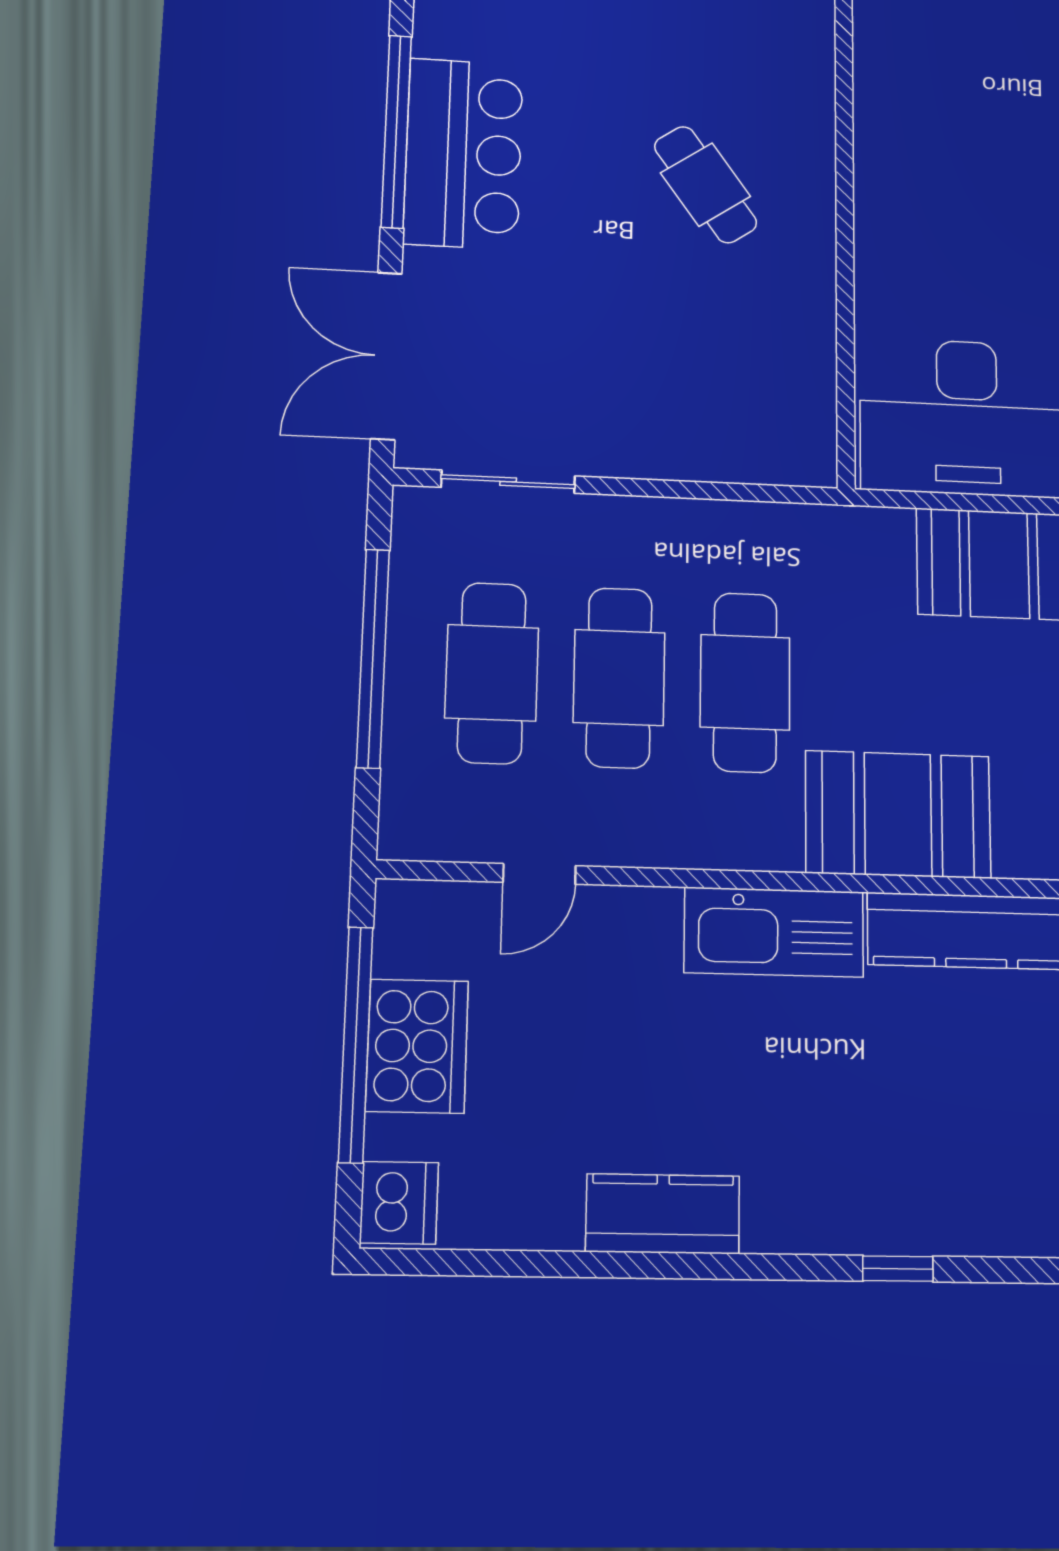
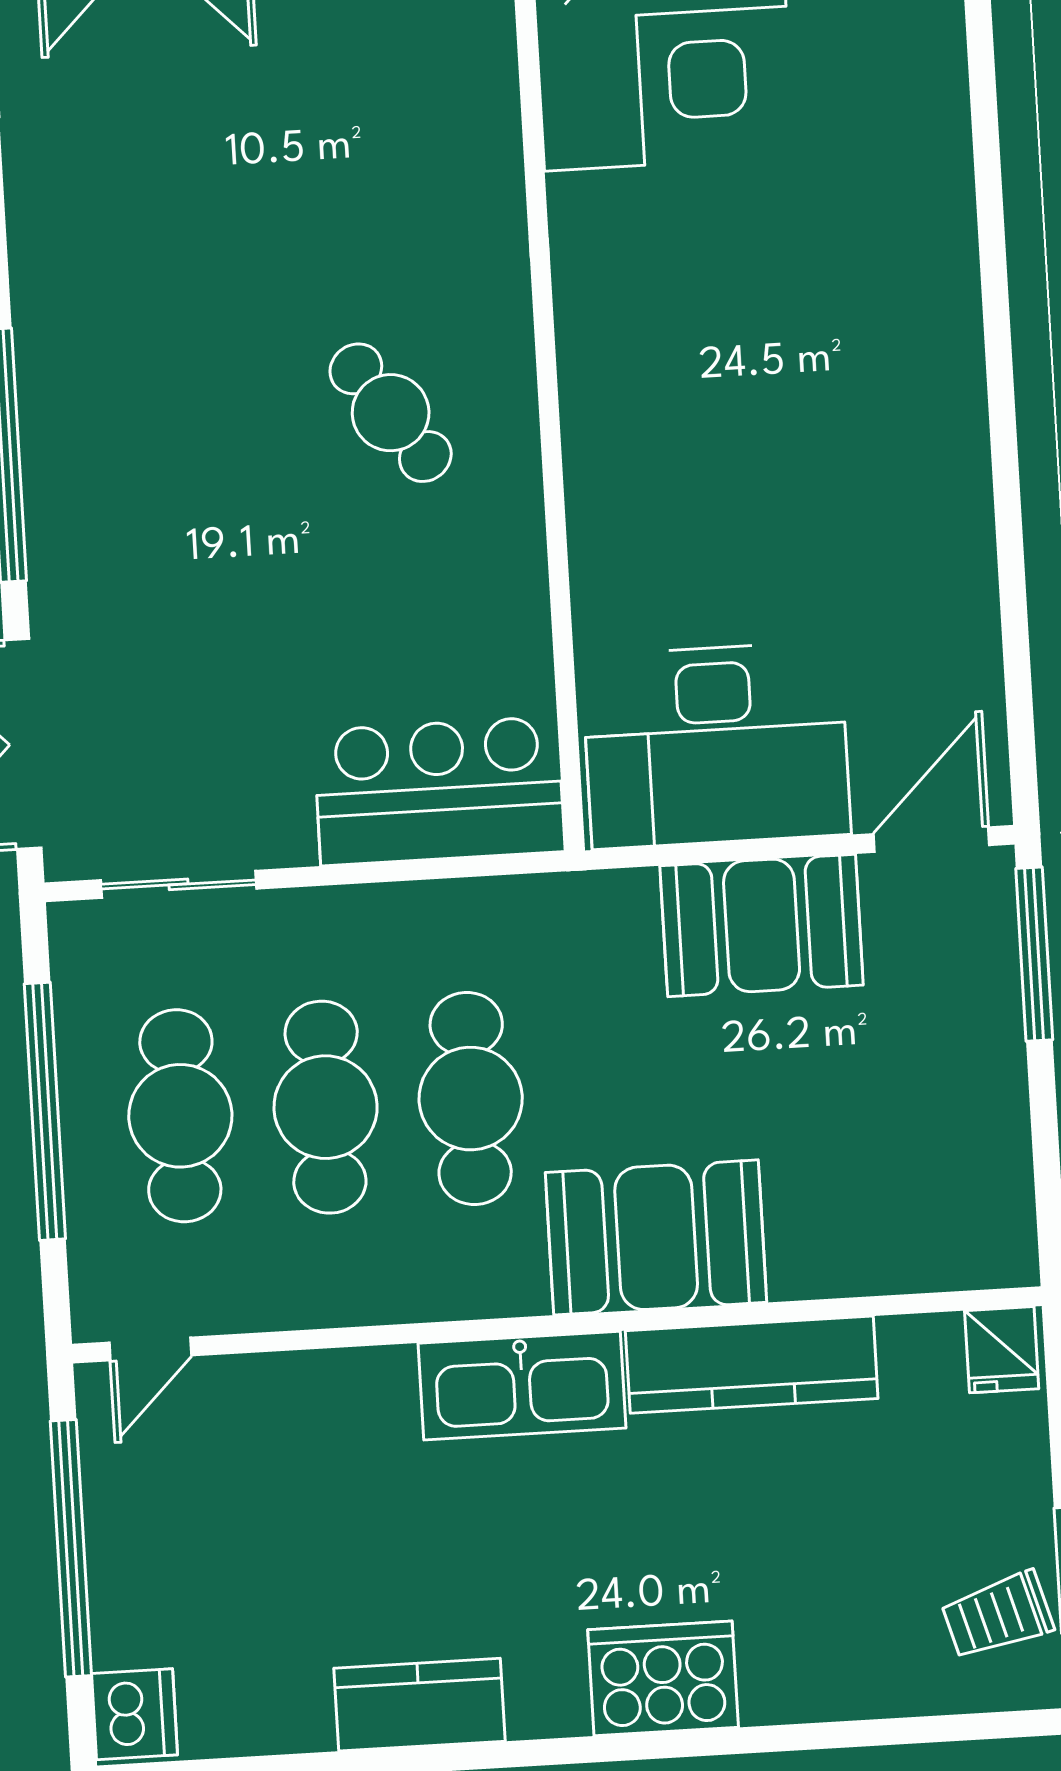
bar counter: (463, 154) -> (439, 791), moved, turned -90
cafe table: (705, 185) -> (391, 413), moved
door: (539, 874) -> (150, 1349), moved
cooker: (417, 1046) -> (663, 1678), moved, turned -90
window: (898, 1269) -> (681, 1744), removed

